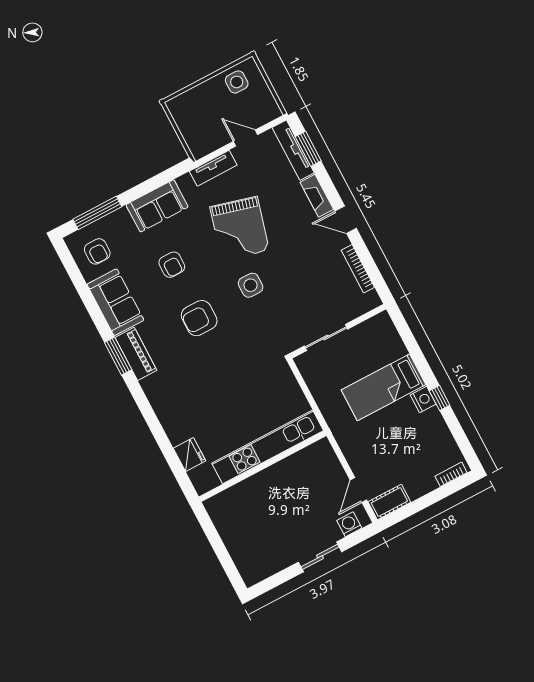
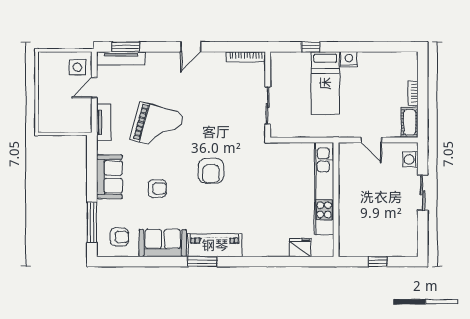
side table: (237, 82) -> (77, 67), moved
fireplace: (317, 196) -> (163, 58), removed
bookcase: (358, 269) -> (246, 57), moved
side table: (251, 285) -> (202, 140), removed
armchair: (199, 318) -> (211, 171), moved
piano: (136, 354) -> (215, 245), width x1.37, depth x1.33
window: (440, 398) -> (311, 47), moved
bookcase: (451, 474) -> (413, 93), moved
door: (358, 490) -> (371, 140), moved
window: (219, 548) -> (378, 262), added

